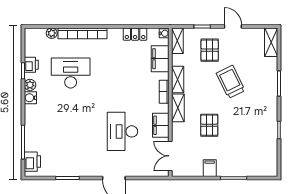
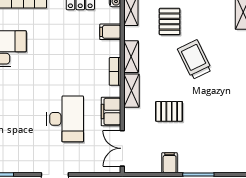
filing cabinet: (160, 59) -> (110, 32), width x0.50
pallet: (209, 125) -> (169, 111), turned 90
desk: (122, 131) -> (65, 119), turned 180

